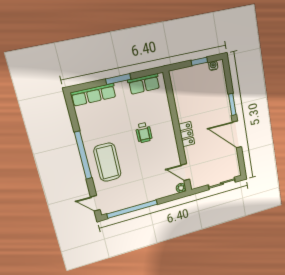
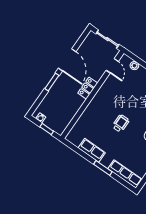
wall: (178, 133) -> (92, 95), moved
locker: (187, 134) -> (88, 88), moved
door: (185, 172) -> (112, 66), moved

